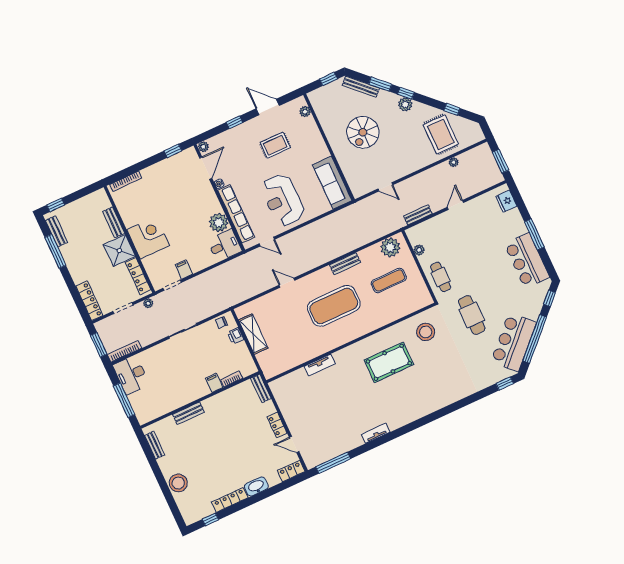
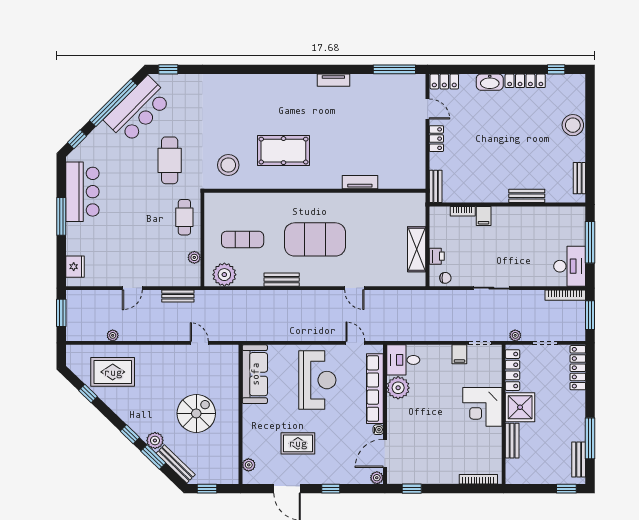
plant: (405, 104) -> (155, 440), moved
rug: (441, 134) -> (113, 372), turned 90

